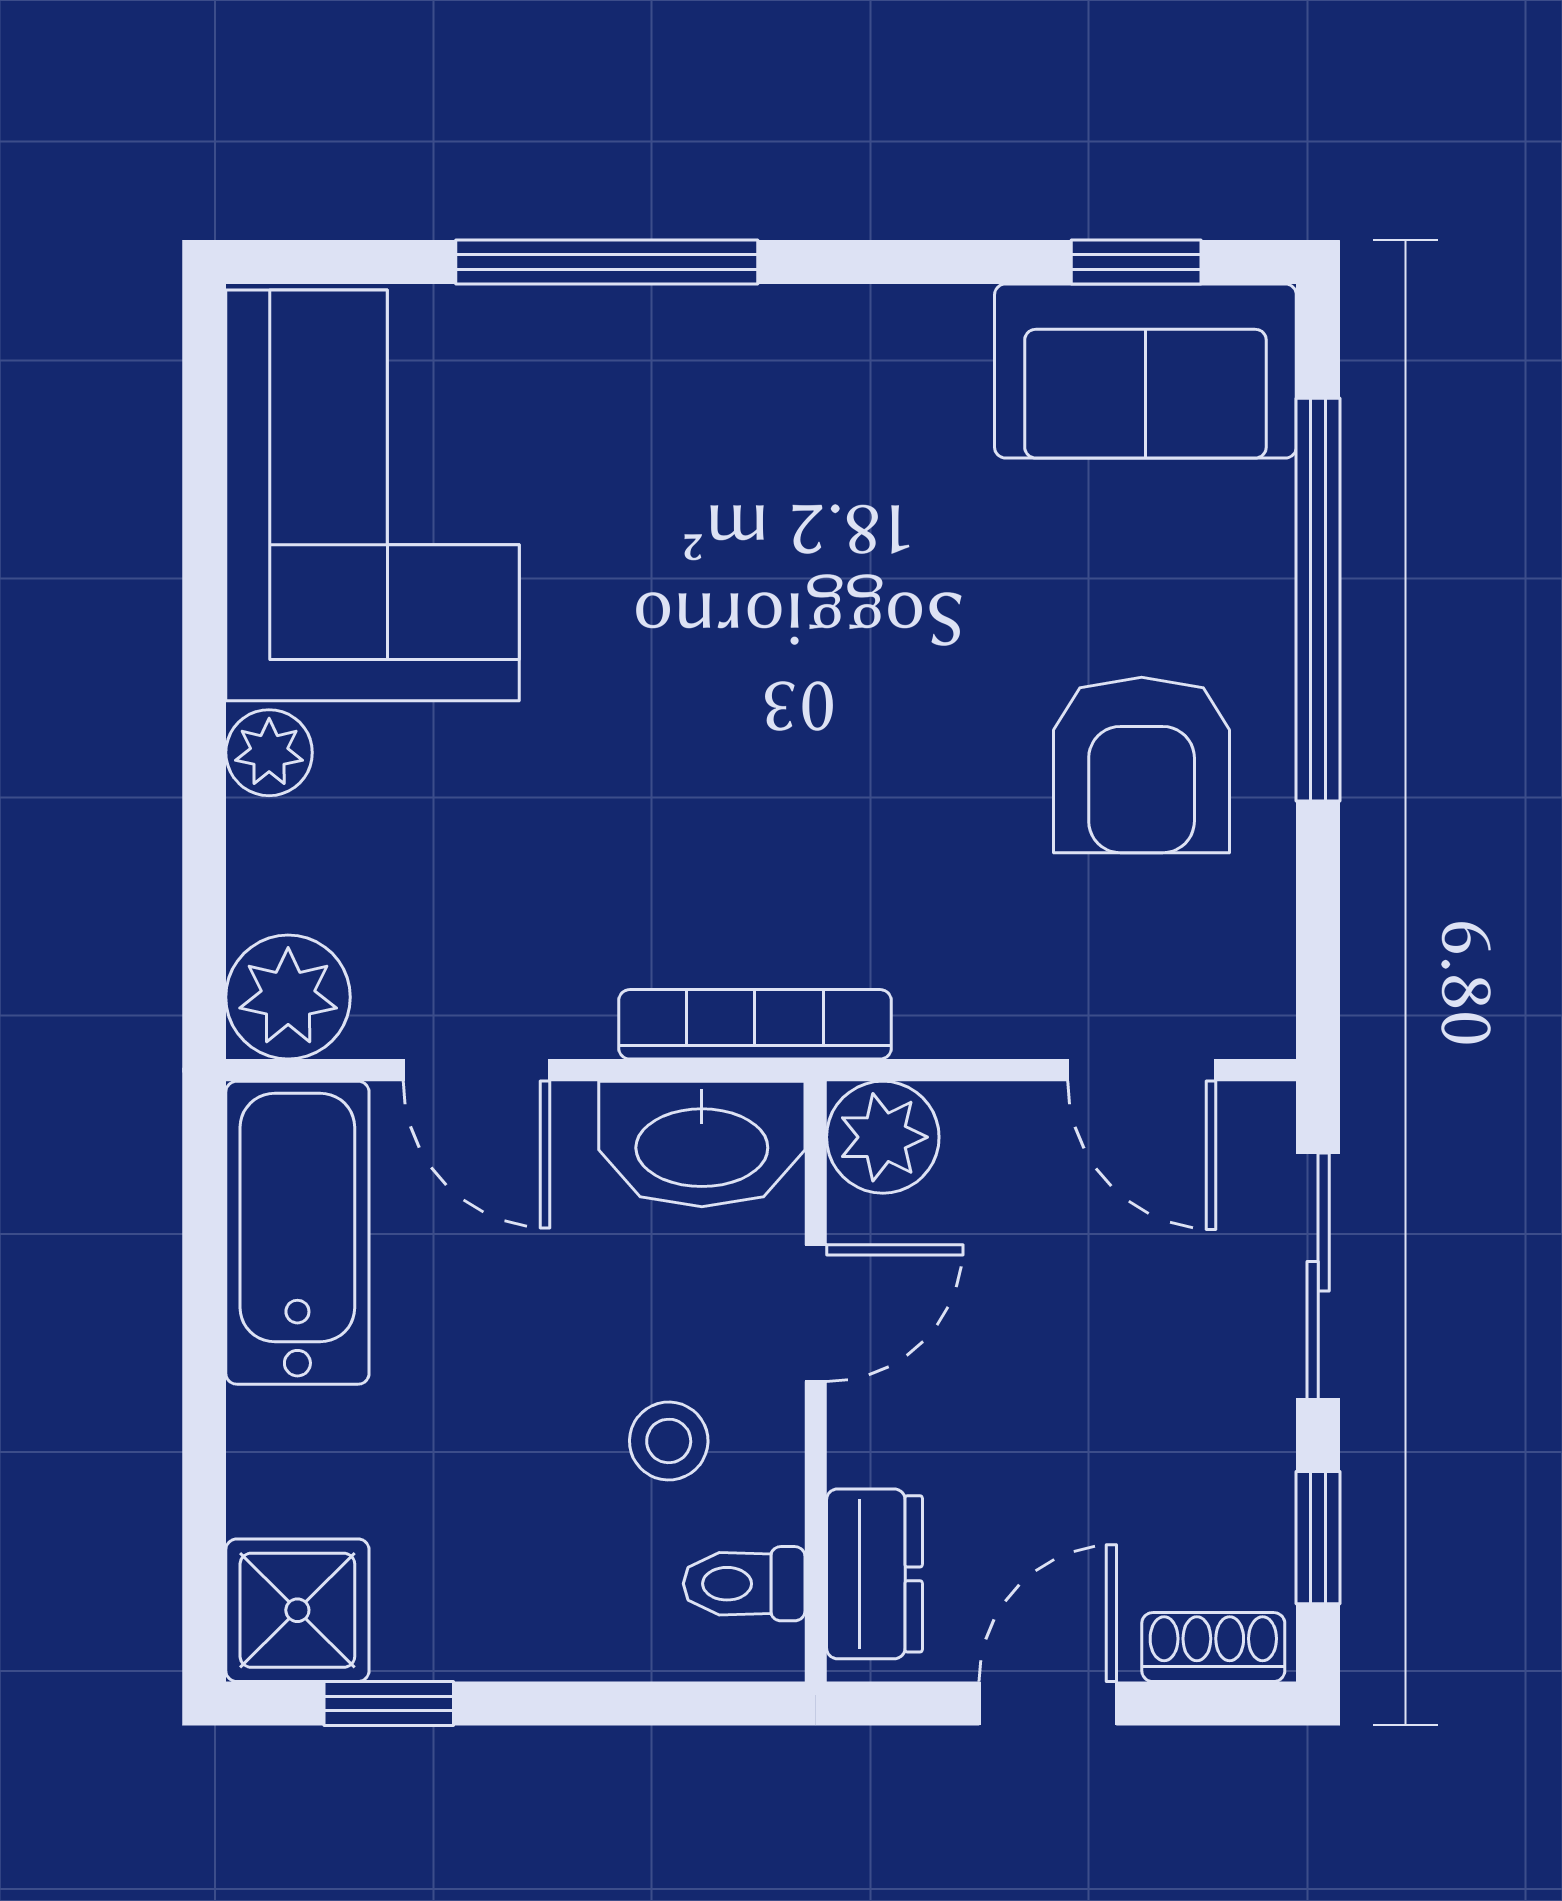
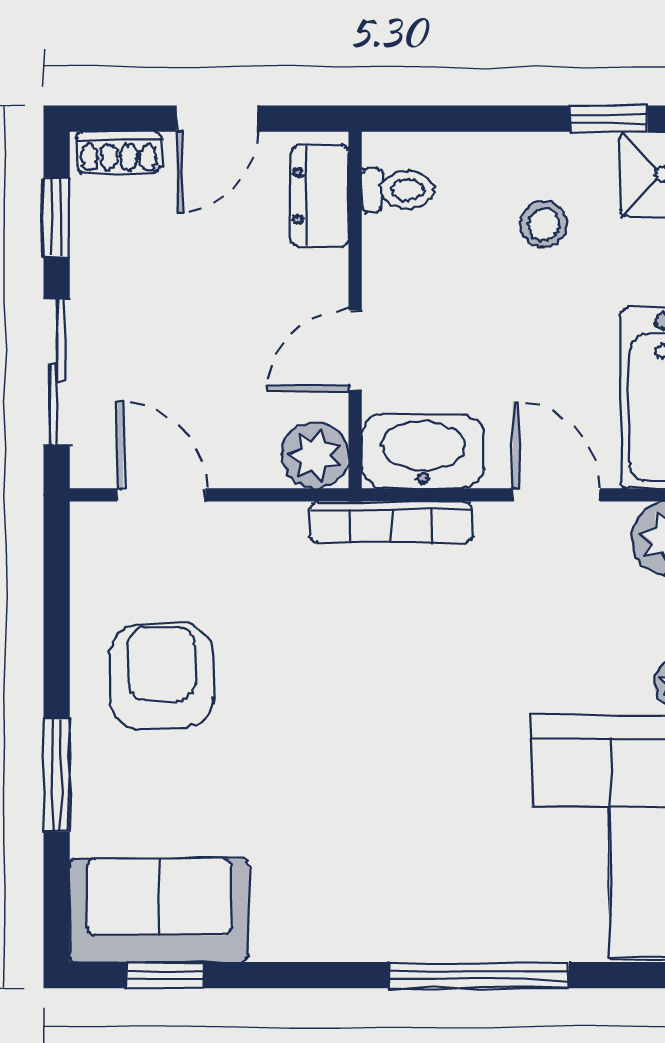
window: (1318, 600) -> (57, 774), width x0.47
stool: (669, 1441) -> (544, 224), moved

